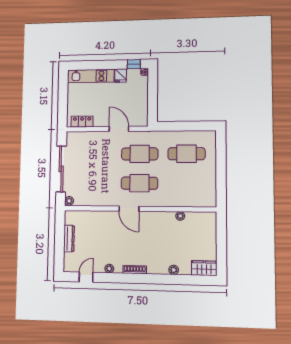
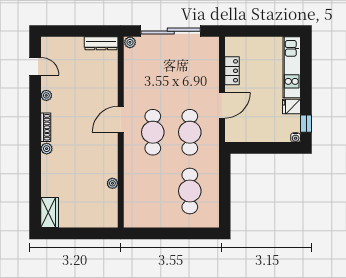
locker: (82, 122) -> (232, 71), moved
dresser: (69, 239) -> (101, 43), moved
plant: (174, 270) -> (47, 149), moved

